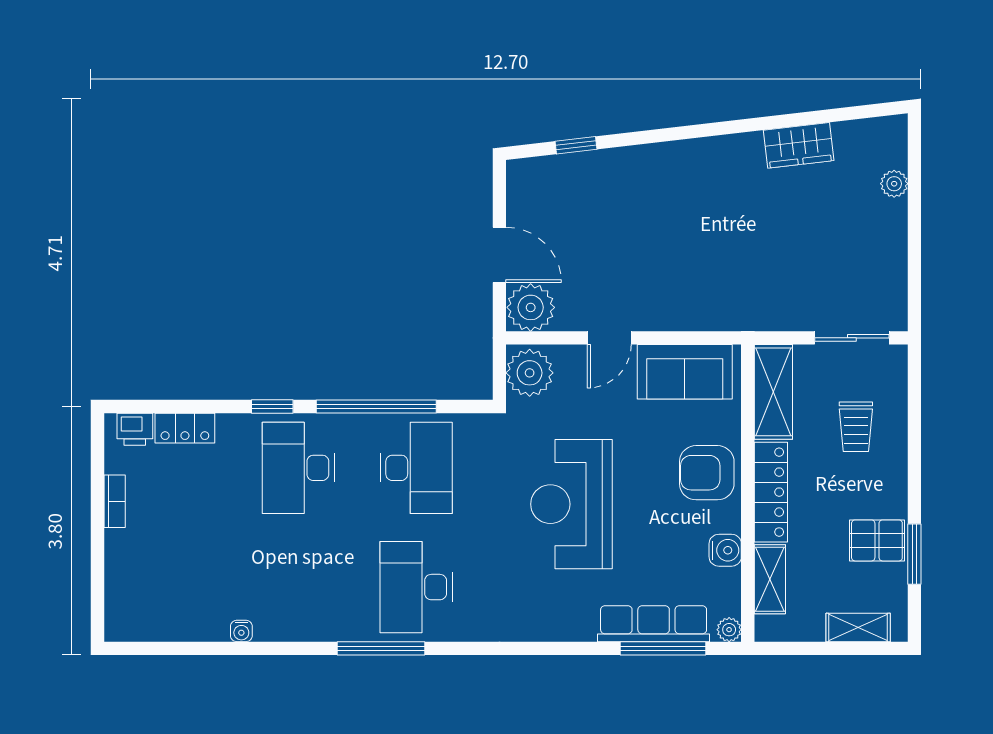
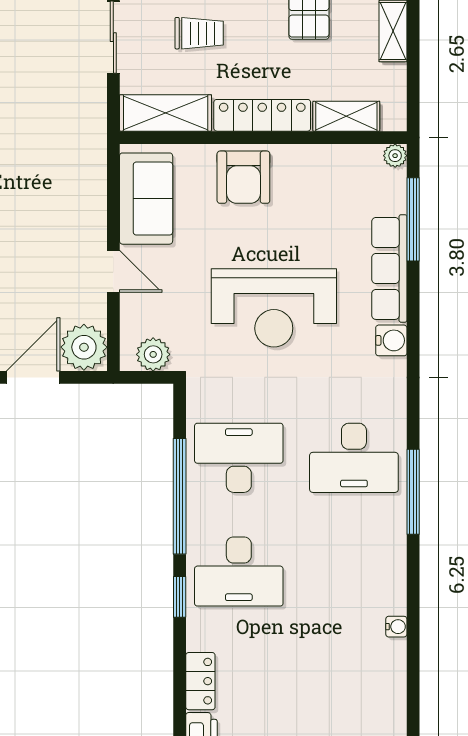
plant: (530, 373) -> (153, 354), width x0.73, depth x0.73
water cooler: (725, 550) -> (391, 340), moved, turned 90
row of seats: (654, 624) -> (389, 268), moved

